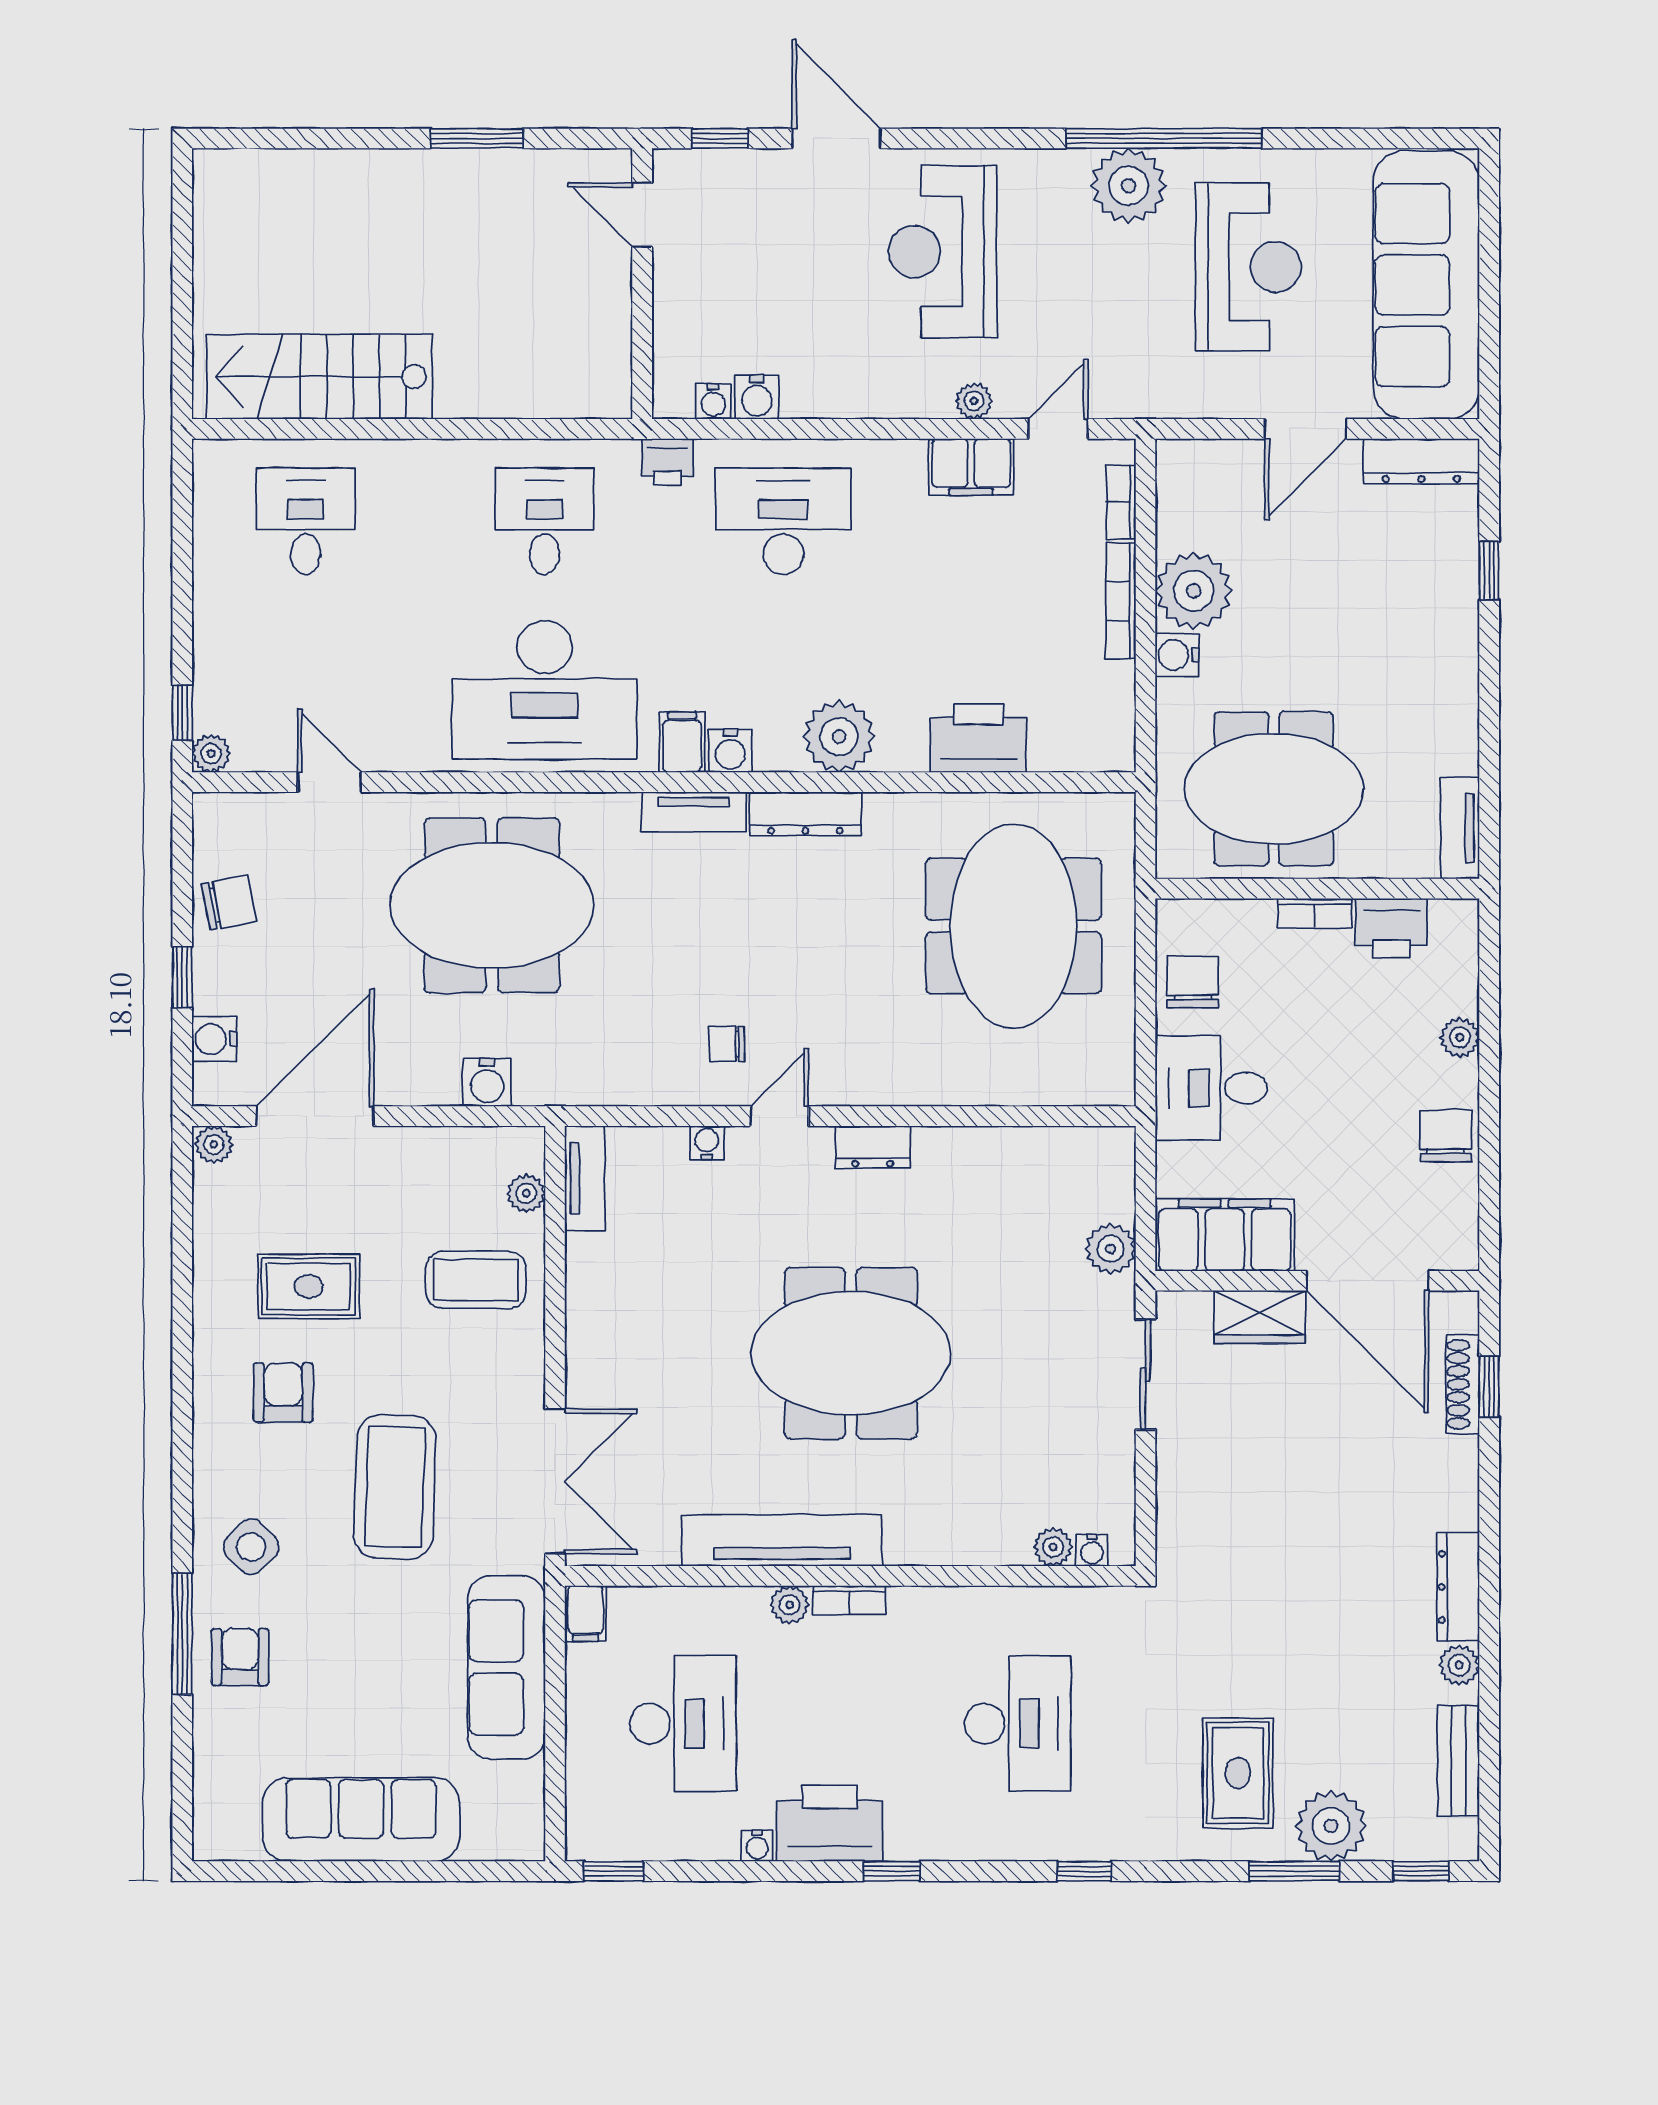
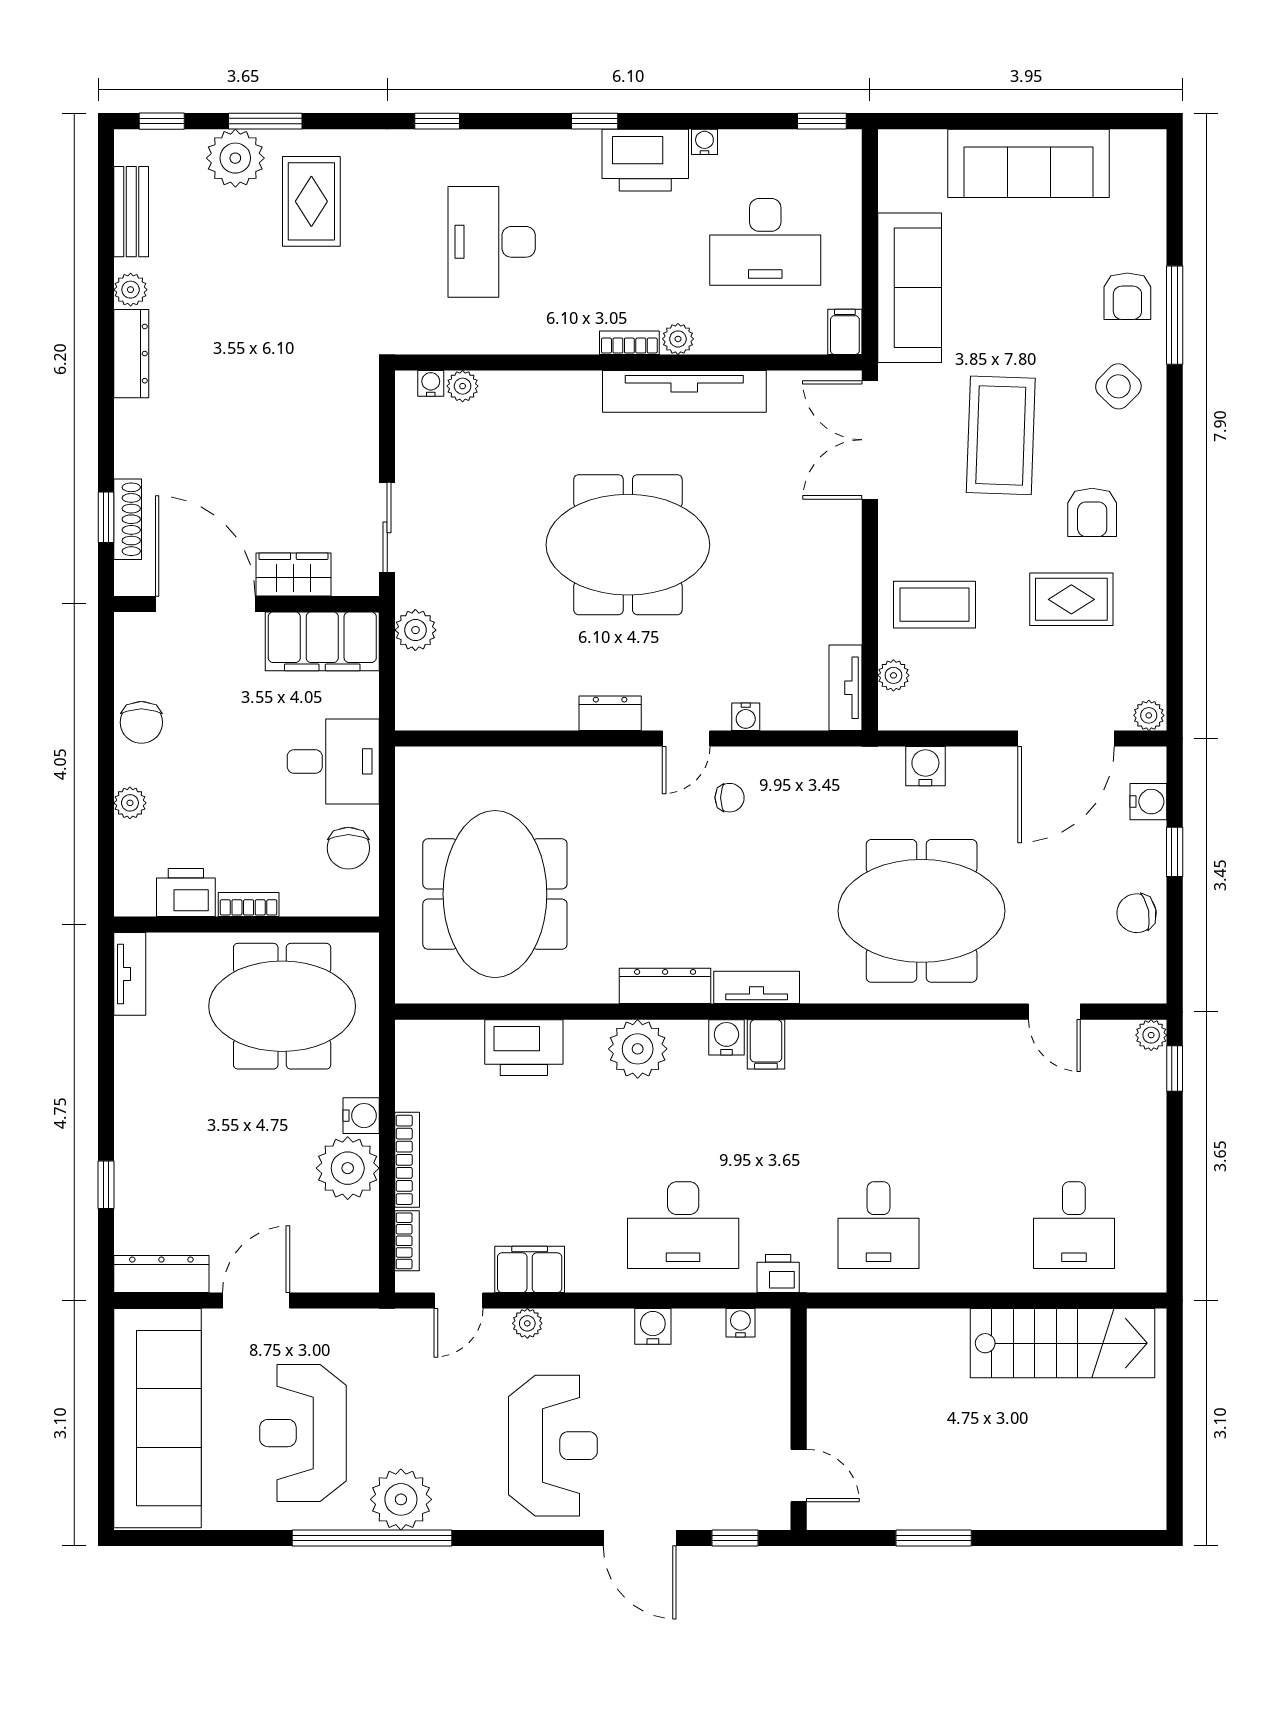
water cooler: (757, 397) -> (653, 1326), moved
desk: (544, 690) -> (879, 1087), removed
desk: (683, 1724) -> (765, 242), turned -90

